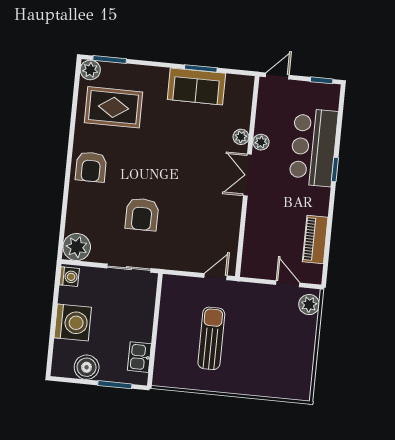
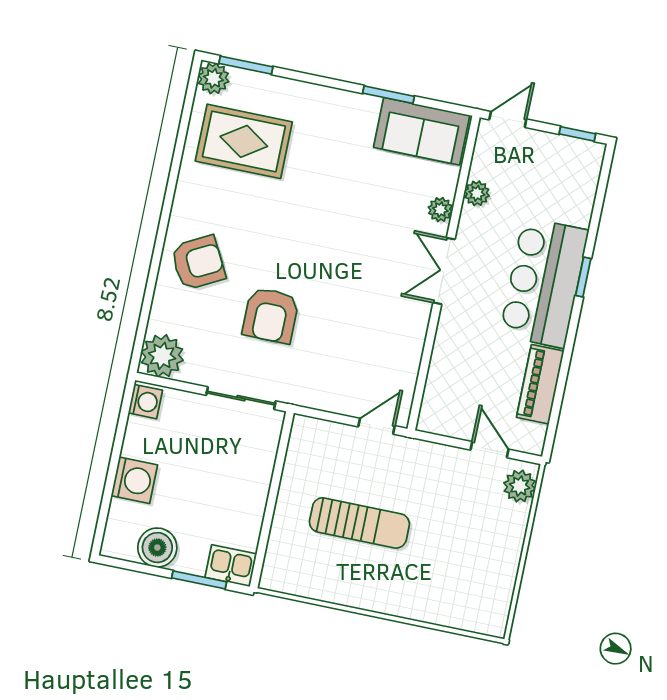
sofa: (196, 86) -> (422, 131), moved
plant: (261, 142) -> (477, 193), moved
bar counter: (313, 147) -> (544, 283), moved
armchair: (91, 167) -> (198, 263), moved, turned -118
washing machine: (73, 322) -> (134, 480), width x0.73, depth x0.73
sun lounger: (211, 338) -> (359, 523), turned 90
kitchen sink: (139, 357) -> (231, 566), moved, turned 90

